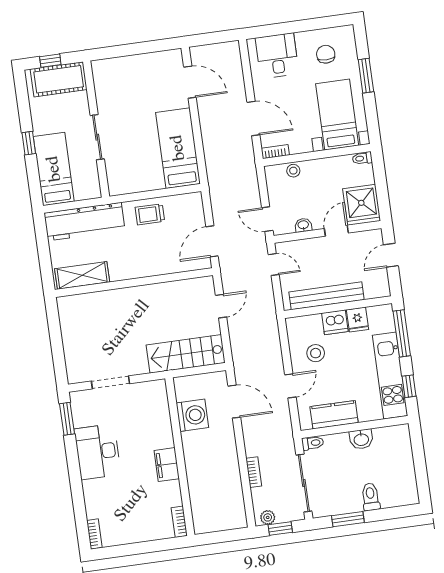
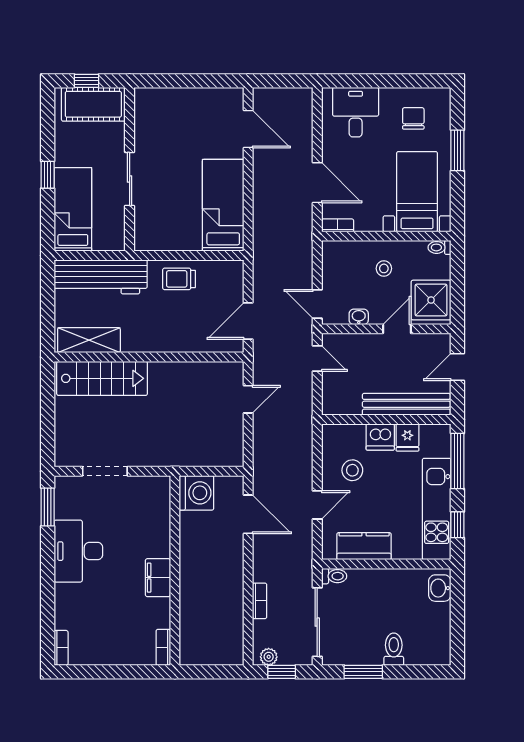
stool: (293, 171) -> (384, 268), moved
bench: (327, 296) -> (406, 404), moved
stairs: (186, 354) -> (102, 378), moved, turned 180
washing machine: (192, 415) -> (196, 493), moved
washbasin: (361, 439) -> (440, 588), moved, turned 90

